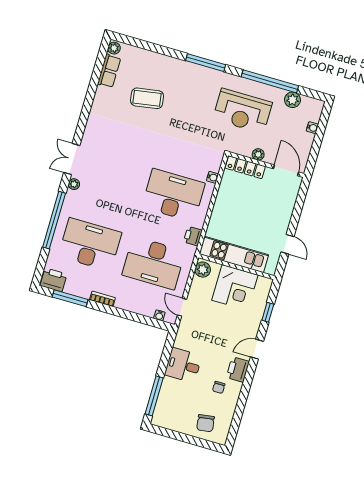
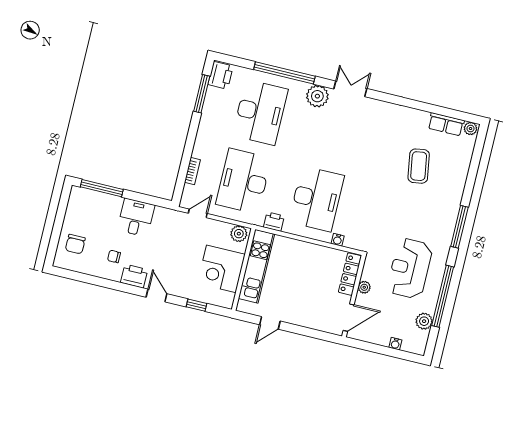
plant: (74, 184) -> (317, 96), width x1.87, depth x1.87
bookcase: (102, 299) -> (192, 171), moved
water cooler: (159, 316) -> (188, 190), removed
chair: (206, 423) -> (75, 244), turned -82

